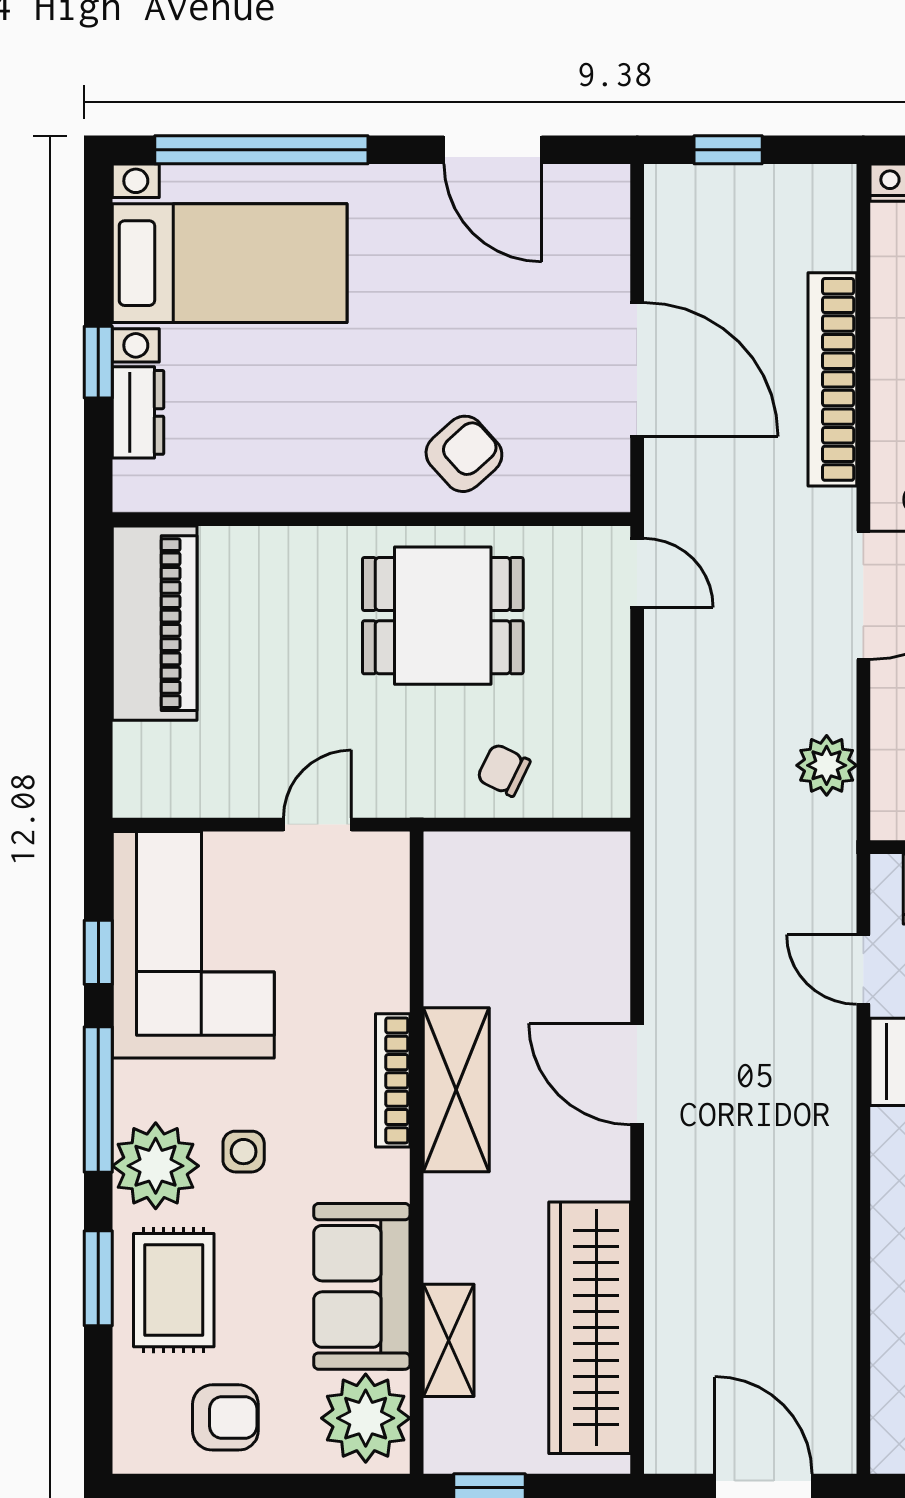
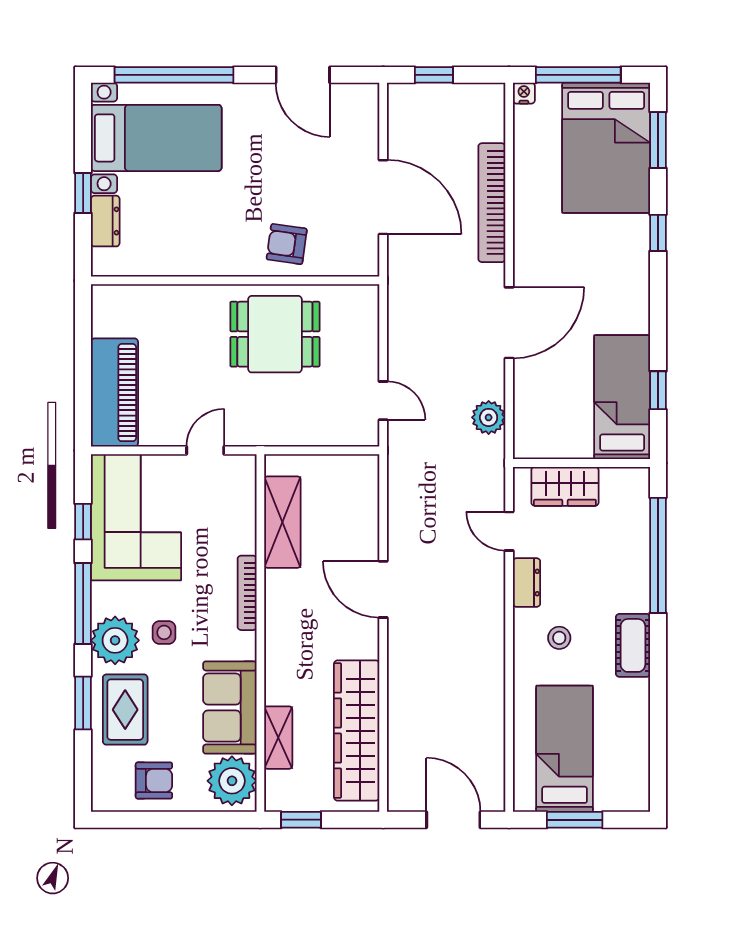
armchair: (464, 454) -> (287, 244), turned -130
door: (637, 573) -> (383, 401), moved
piano: (155, 623) -> (115, 393), moved
chair: (504, 770) -> (309, 420), removed
shelving: (456, 1090) -> (282, 522), moved

